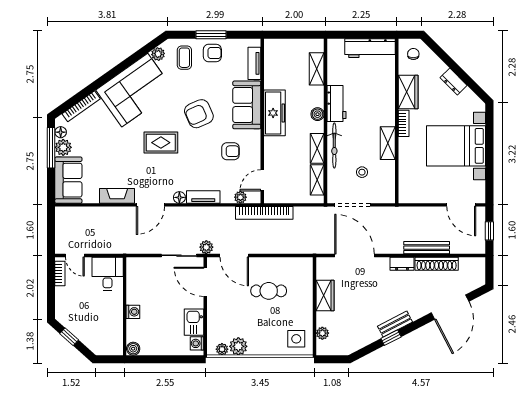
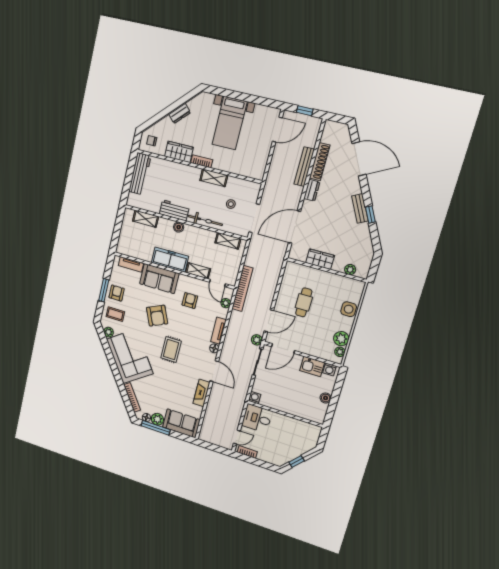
bed with nightstands: (456, 146) -> (229, 123), width x0.73
shelving: (317, 148) -> (198, 271), moved
washing machine: (133, 312) -> (255, 398), moved
side table: (296, 339) -> (349, 309), moved
boiler: (133, 349) -> (326, 398), moved

